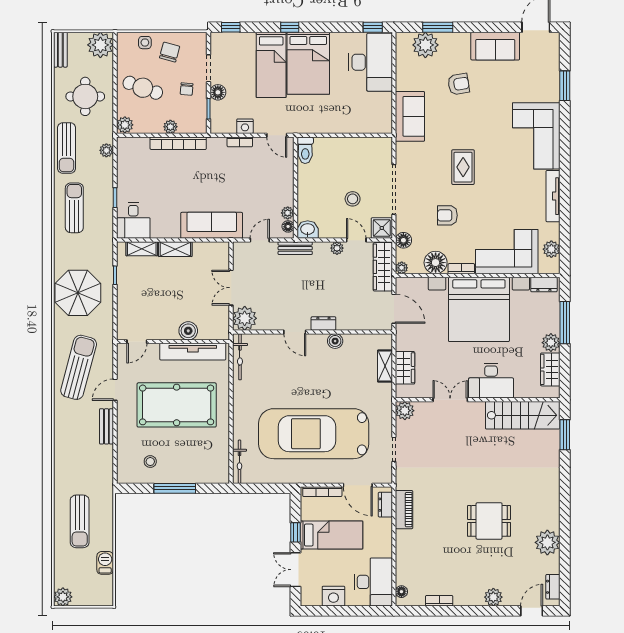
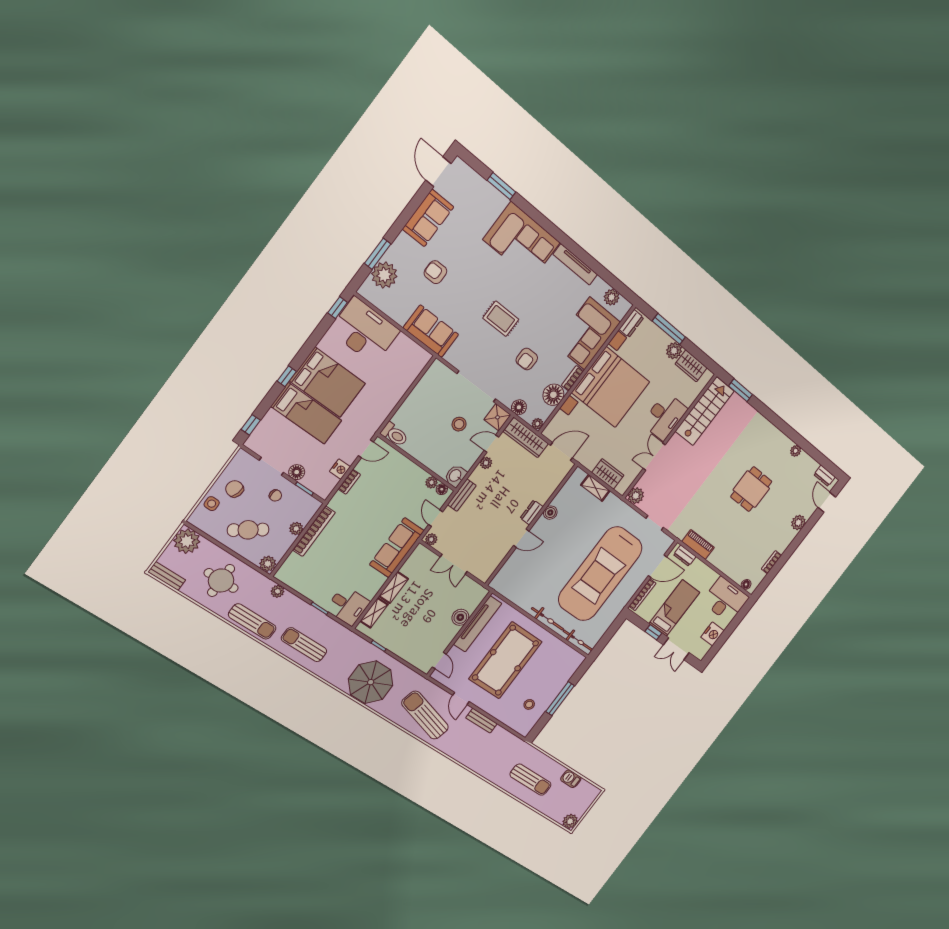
armchair: (459, 84) -> (435, 272), turned -81
cafe table: (143, 88) -> (248, 530), turned 35
plant: (245, 318) -> (431, 539), moved, width x0.53, depth x0.53
bicycle: (240, 357) -> (548, 619), moved
plant: (547, 542) -> (796, 451), width x0.53, depth x0.53

